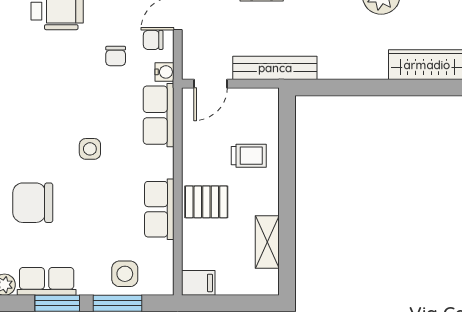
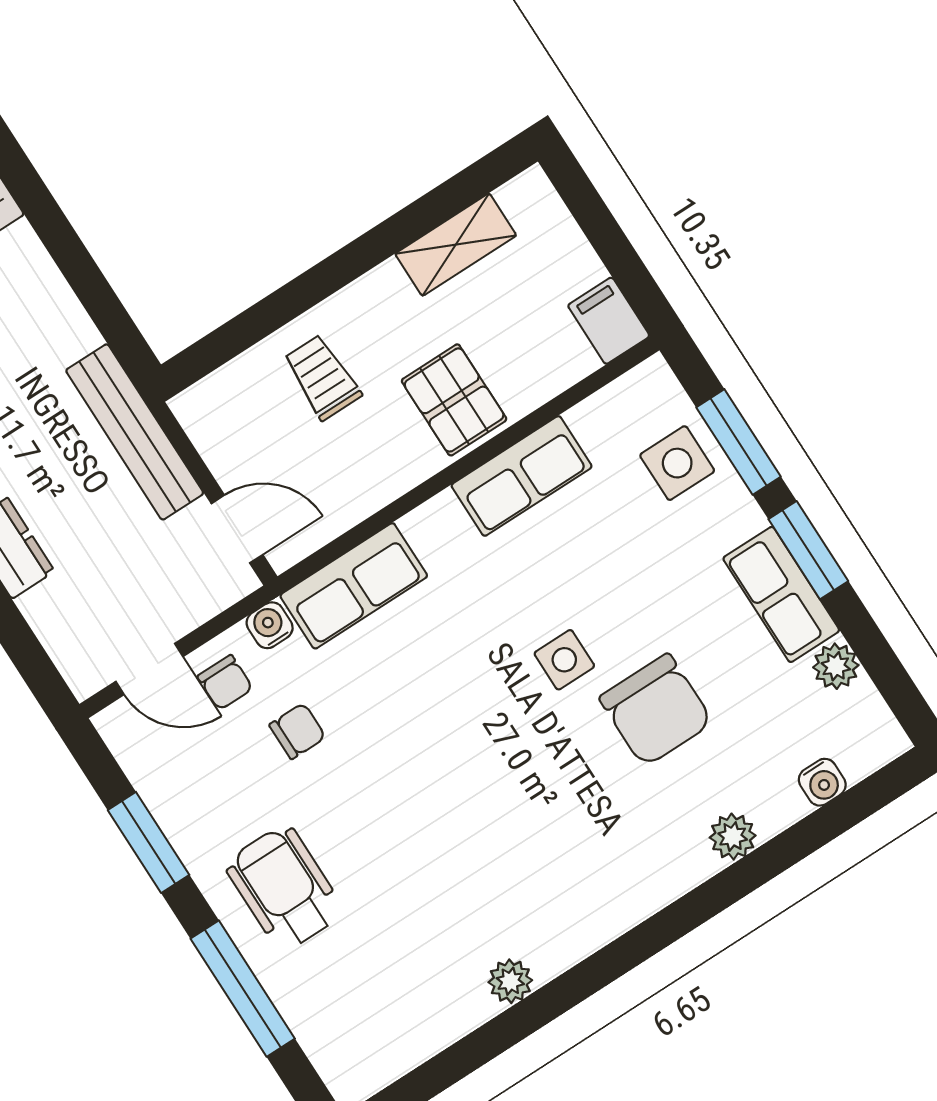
side table: (90, 149) -> (564, 660), moved

